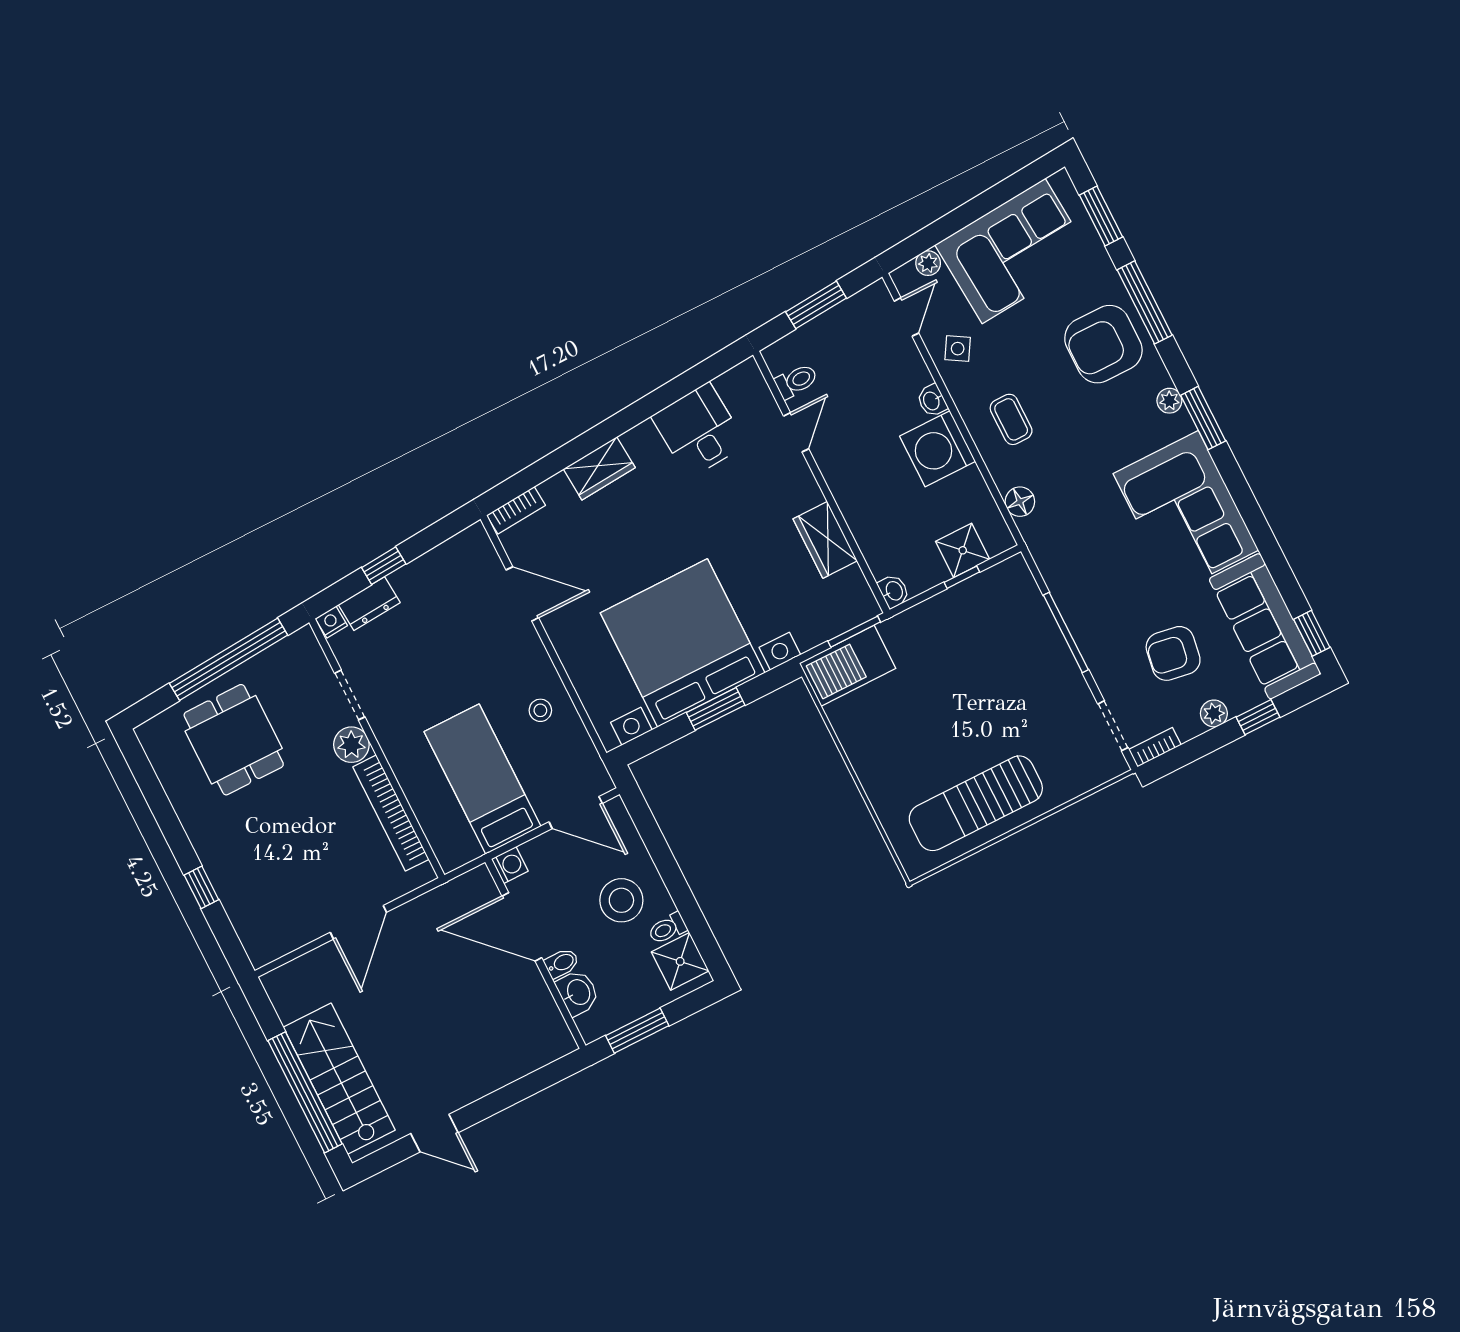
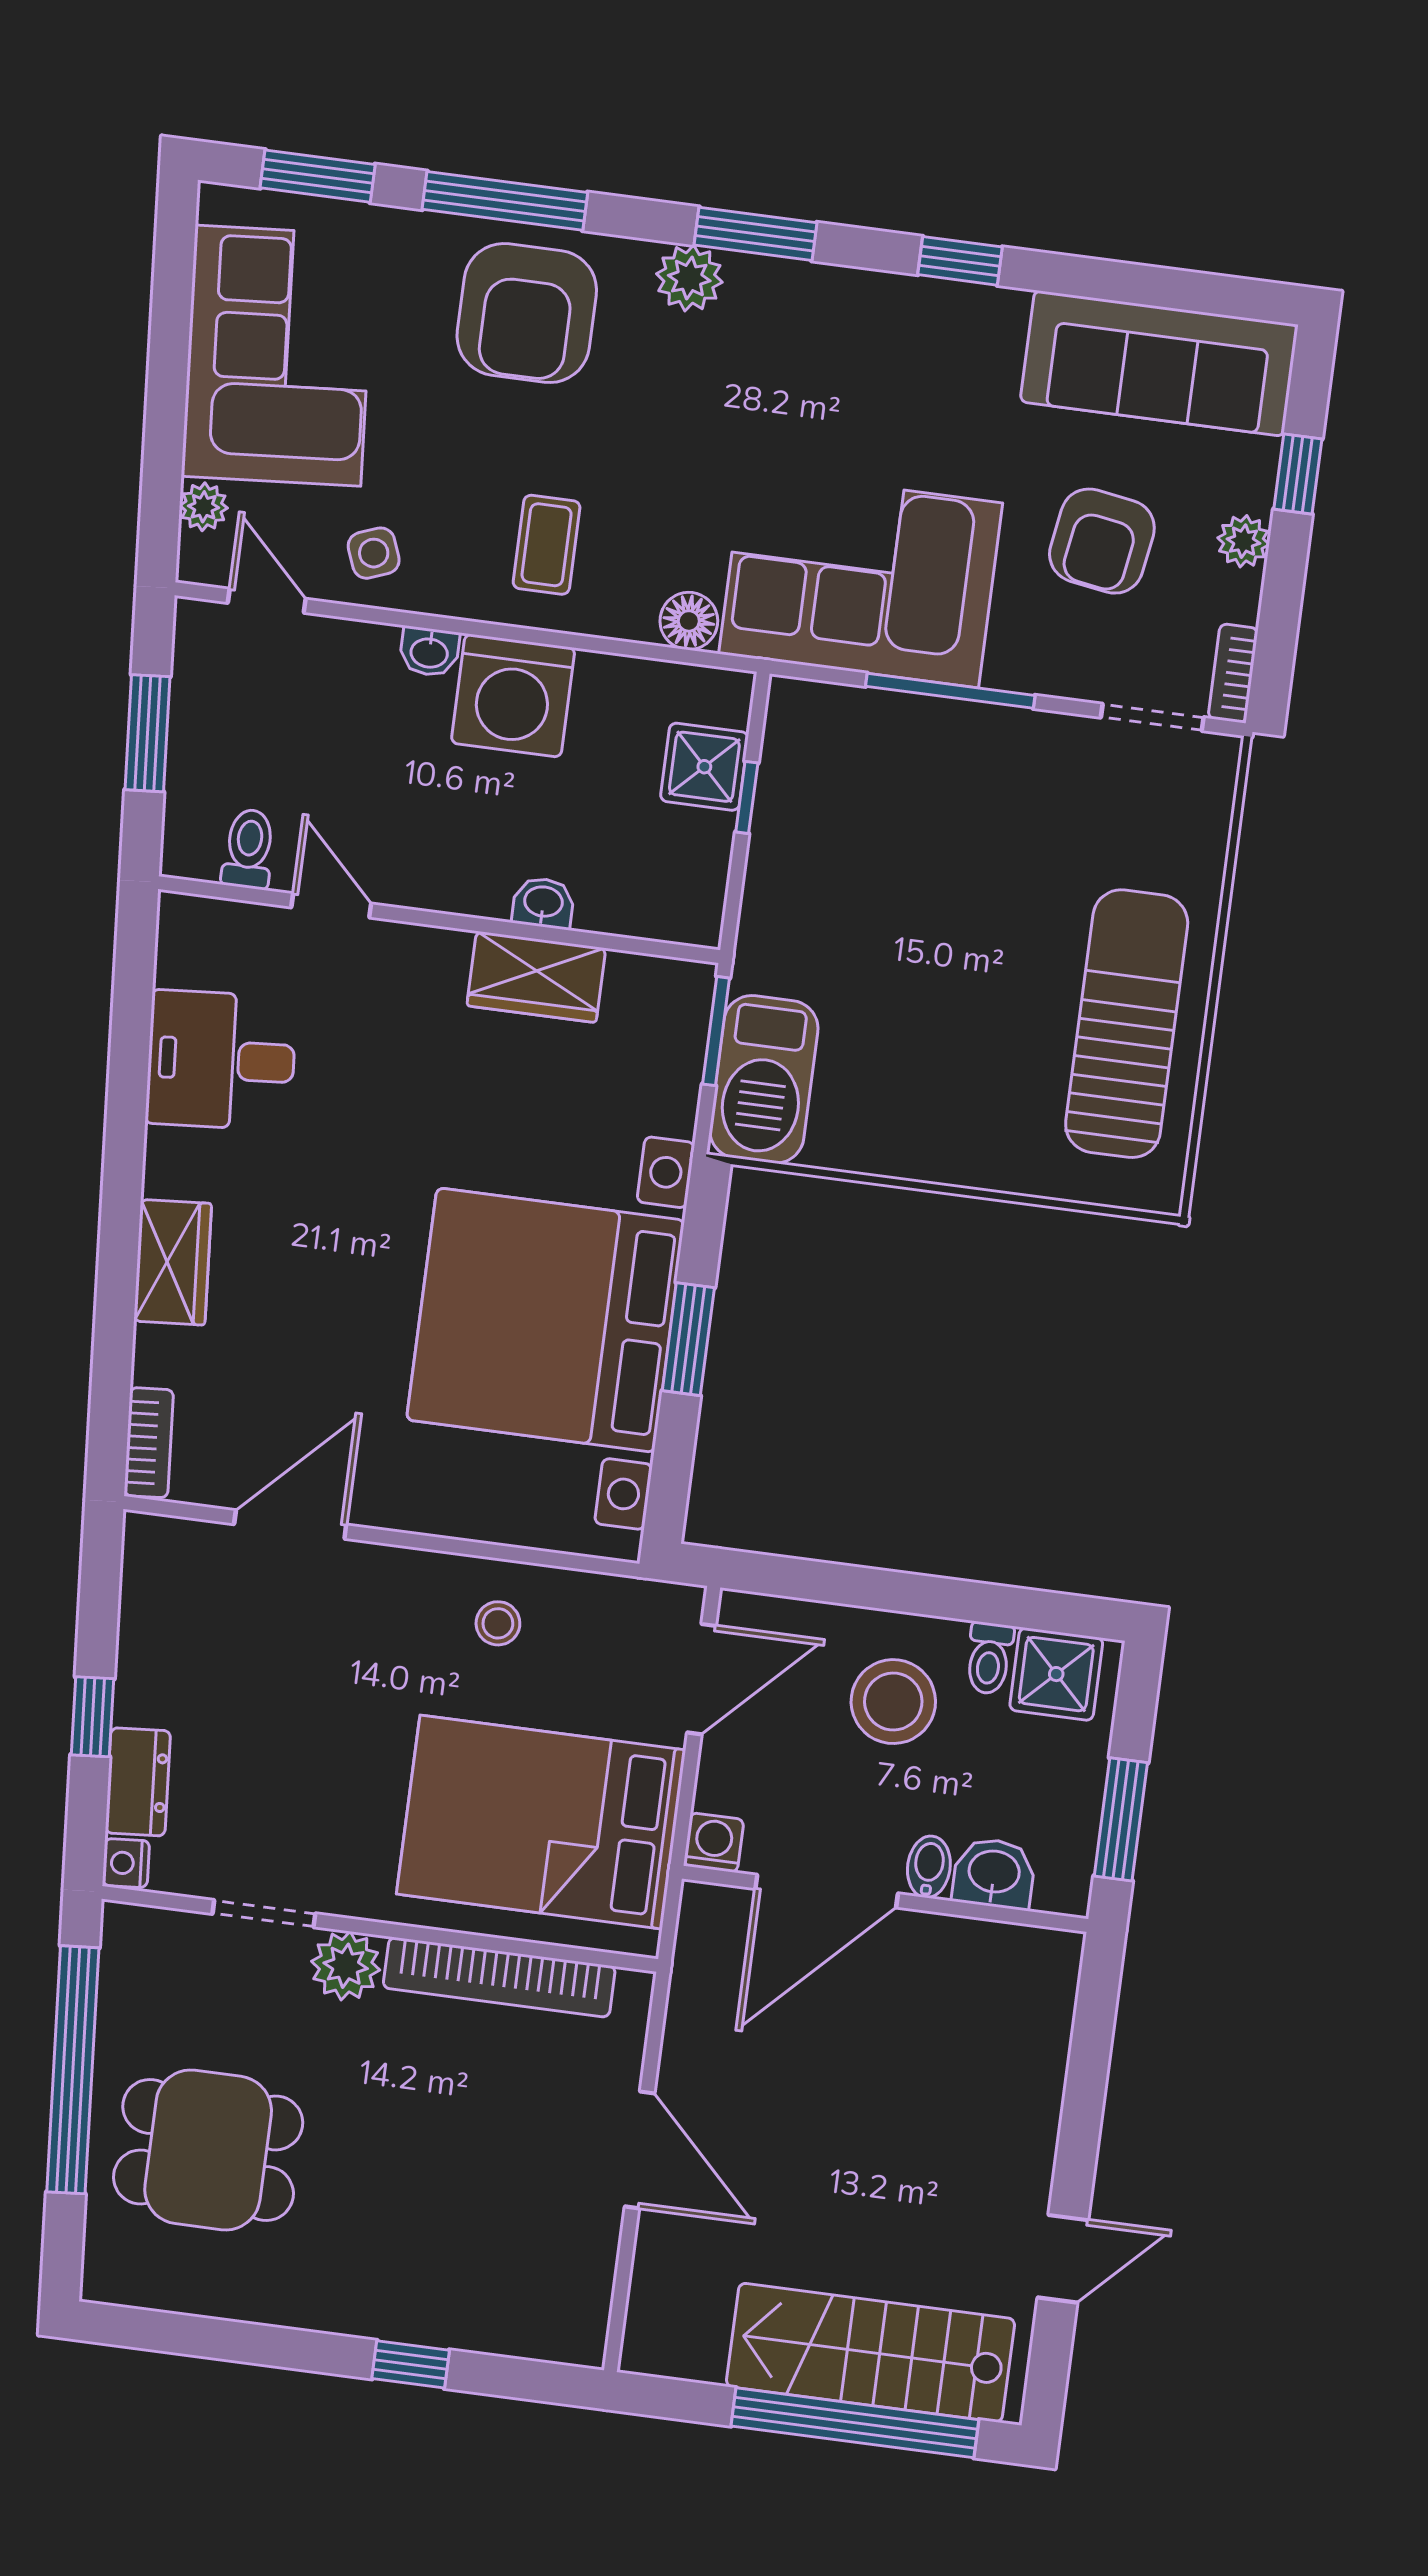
side table: (958, 349) -> (374, 553), turned 38
plant: (1169, 401) -> (689, 278), width x1.38, depth x1.38
coffee table: (1011, 419) -> (547, 545), turned 90
corner sofa: (1186, 512) -> (861, 578), moved, turned 180
washbasin: (894, 591) -> (543, 903), moved
window: (1312, 633) -> (960, 261), moved
bed: (482, 779) -> (541, 1822), width x1.50
sun lounger: (976, 803) -> (1127, 1024), turned 180

